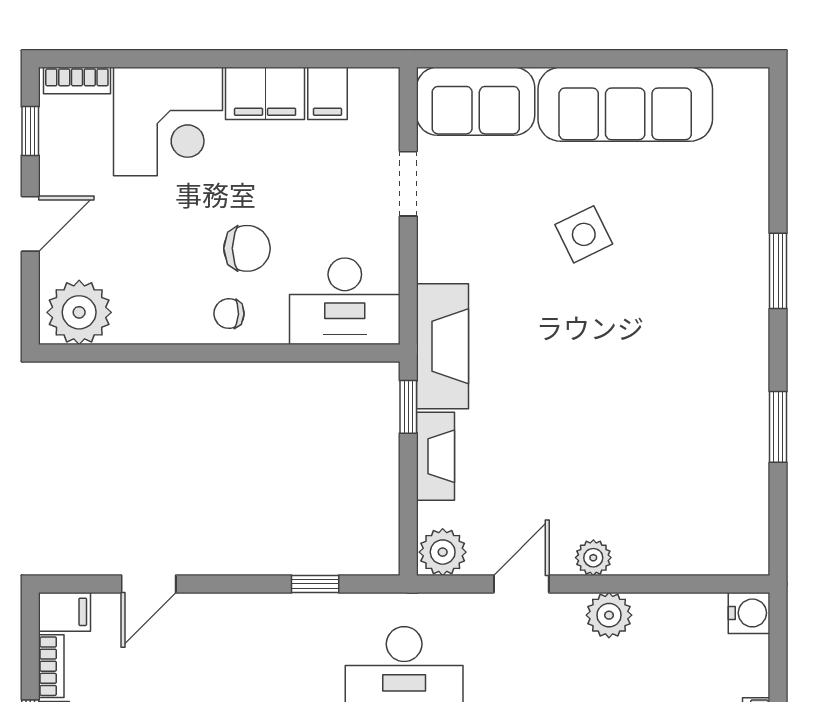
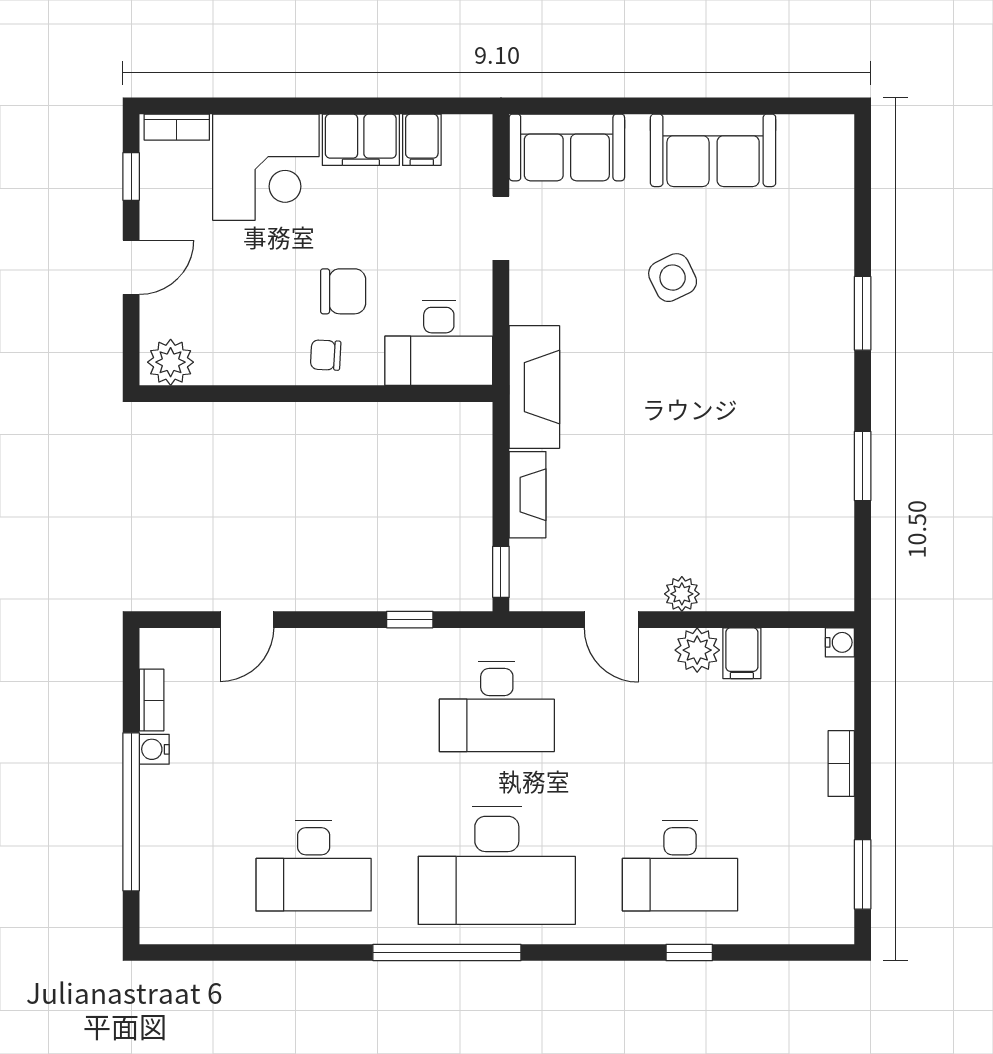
sofa: (625, 104) -> (713, 150), width x0.73
plant: (79, 312) -> (171, 362), width x0.73, depth x0.73
window: (408, 407) -> (501, 572), moved
plant: (443, 552) -> (535, 588), removed
door: (521, 584) -> (611, 620), swing flipped
filing cabinet: (65, 612) -> (742, 653), moved, turned 90
water cooler: (749, 613) -> (840, 642), width x0.72, depth x0.72

